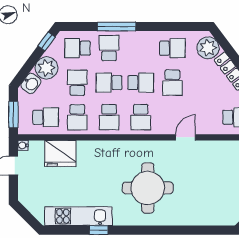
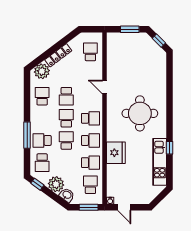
school desk: (77, 83) -> (66, 163), removed
school desk: (109, 83) -> (66, 140), turned 180
school desk: (172, 83) -> (66, 96), turned 90
fridge: (60, 154) -> (116, 153), moved

